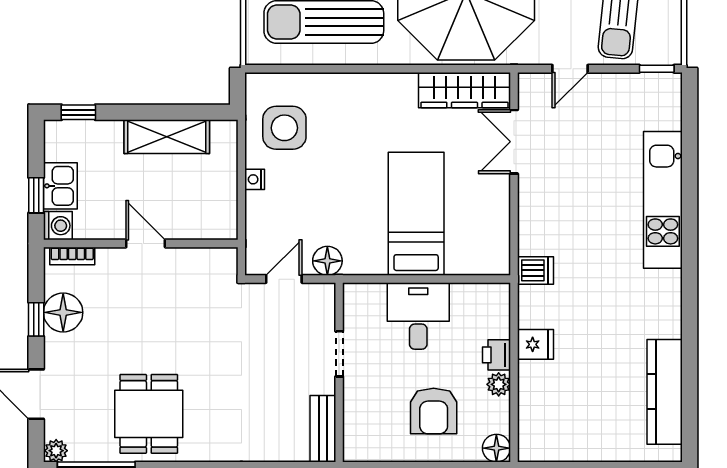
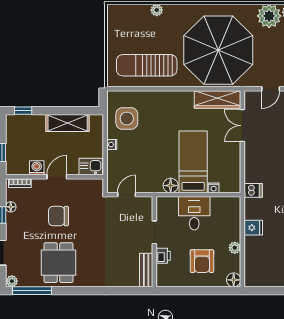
kitchen sink: (60, 186) -> (91, 167), moved, turned -90
washing machine: (58, 226) -> (37, 168), moved, turned -90
door: (146, 243) -> (57, 177), hinge flipped
floor lamp: (327, 261) -> (171, 186), moved
nightstand: (457, 266) -> (214, 188), added
floor lamp: (63, 312) -> (11, 207), width x0.53, depth x0.53
chair: (149, 322) -> (58, 216), added
printer: (497, 355) -> (163, 256), moved, turned 180

